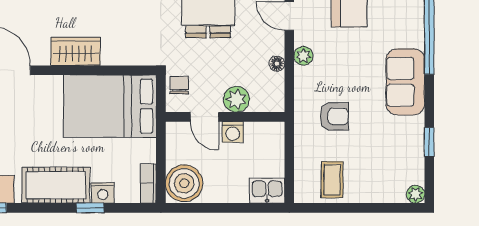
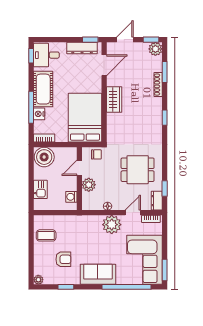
plant: (303, 56) -> (112, 225), width x1.87, depth x1.87
armchair: (334, 116) -> (63, 259), moved, turned -90
washing machine: (233, 132) -> (71, 197), moved
kitchen sink: (267, 191) -> (40, 189), moved
window: (90, 208) -> (31, 107), width x2.17

